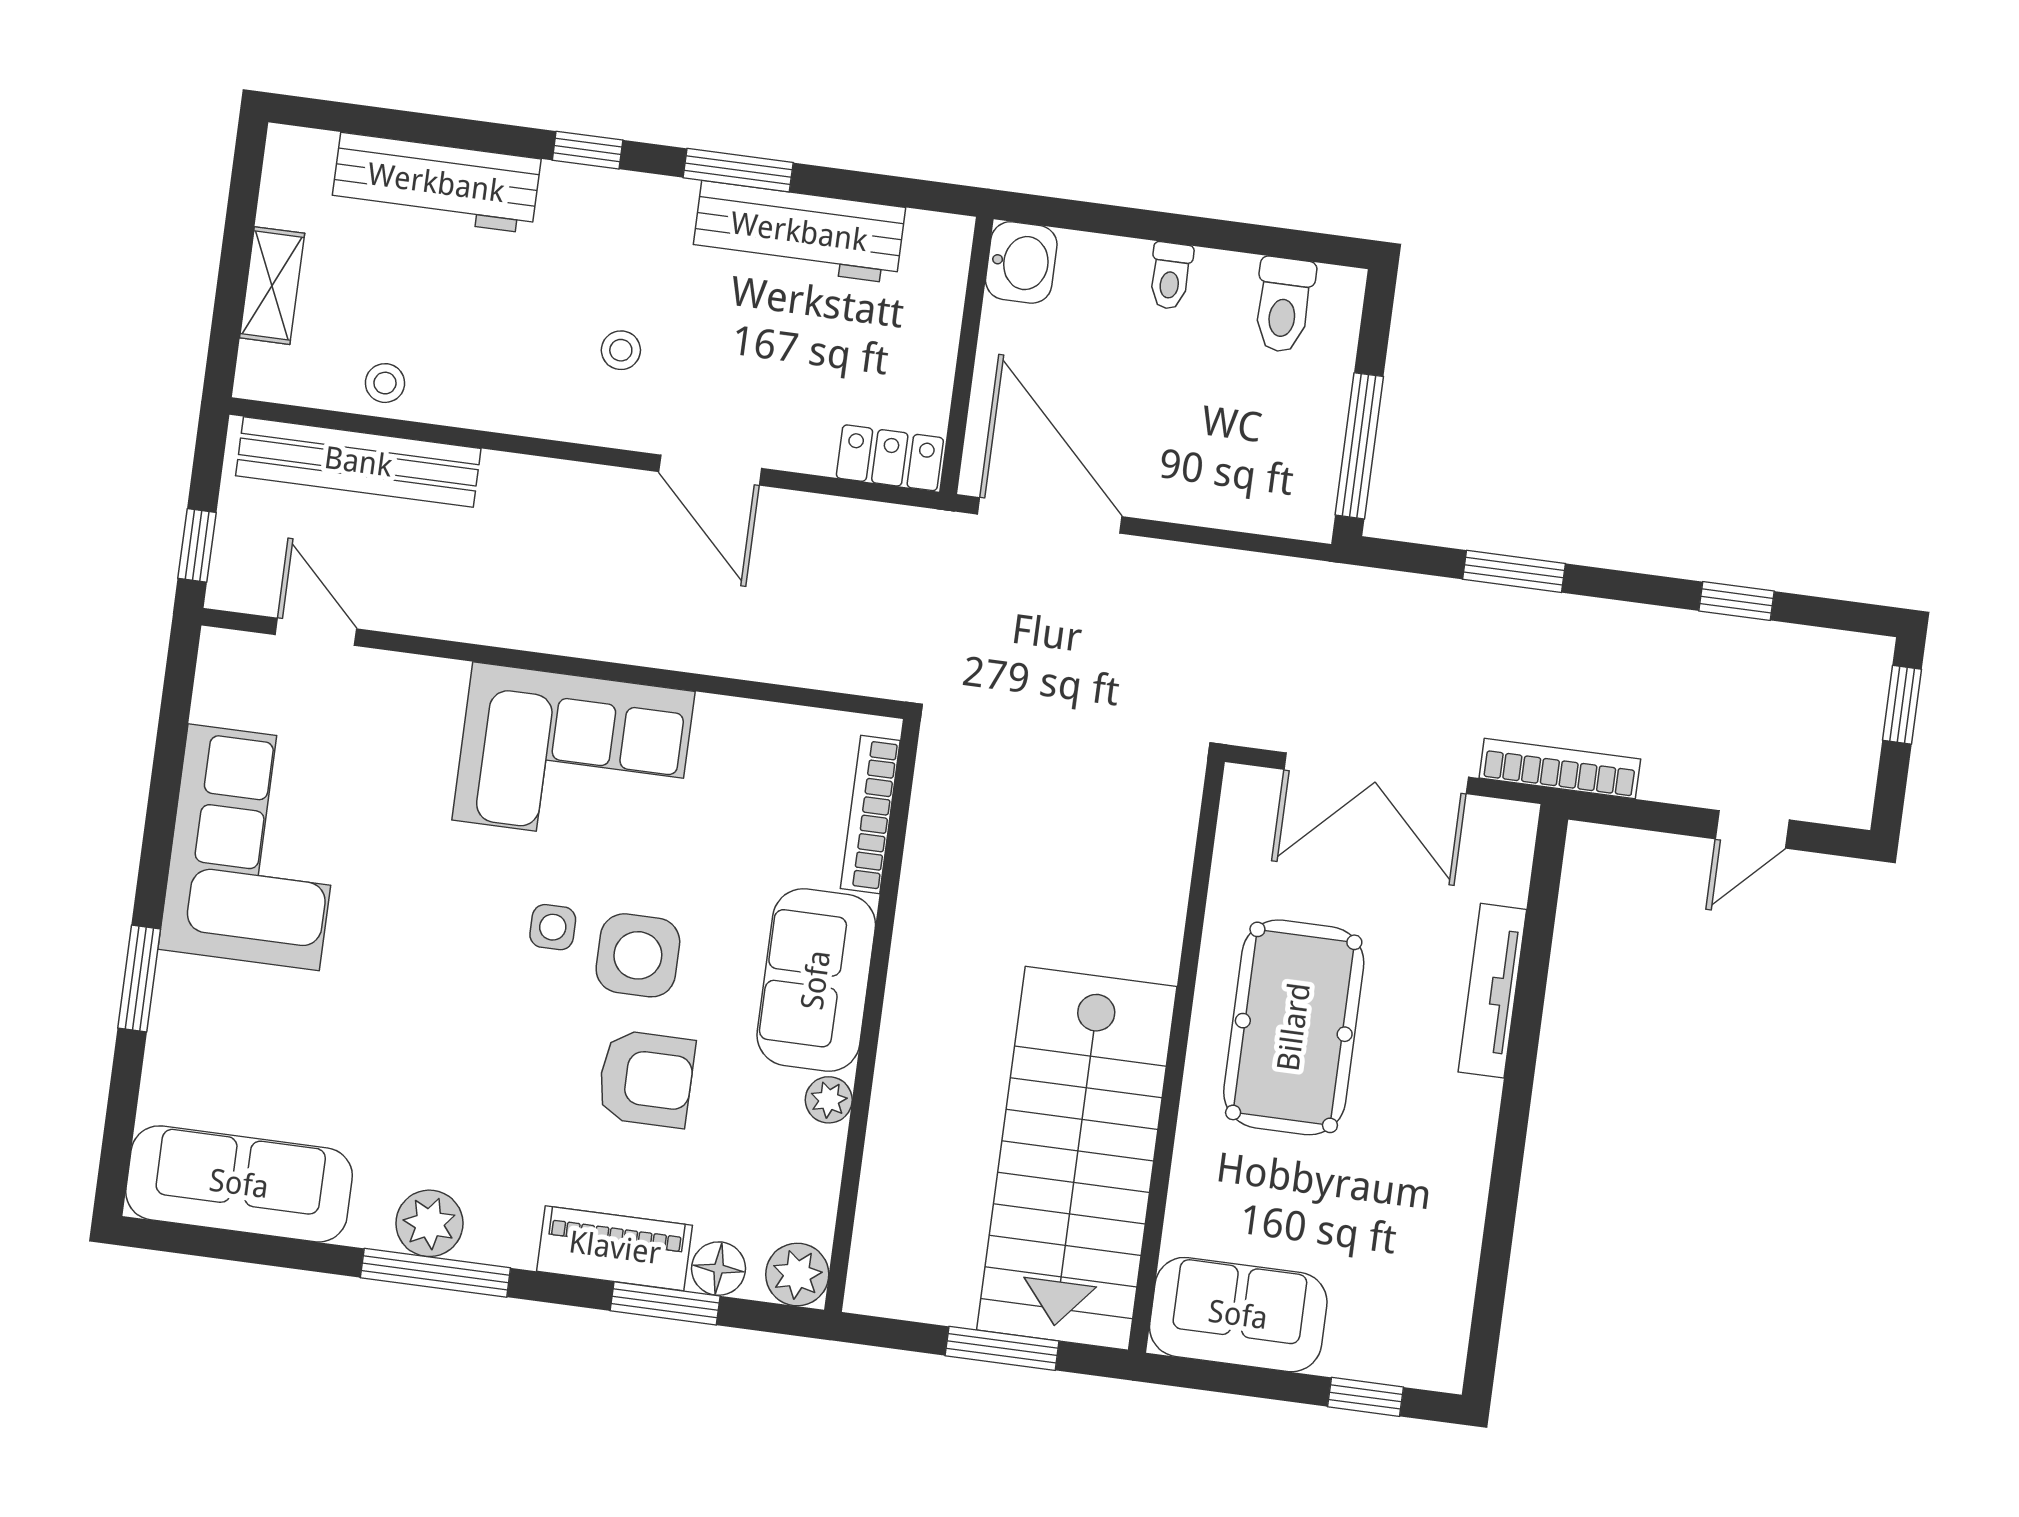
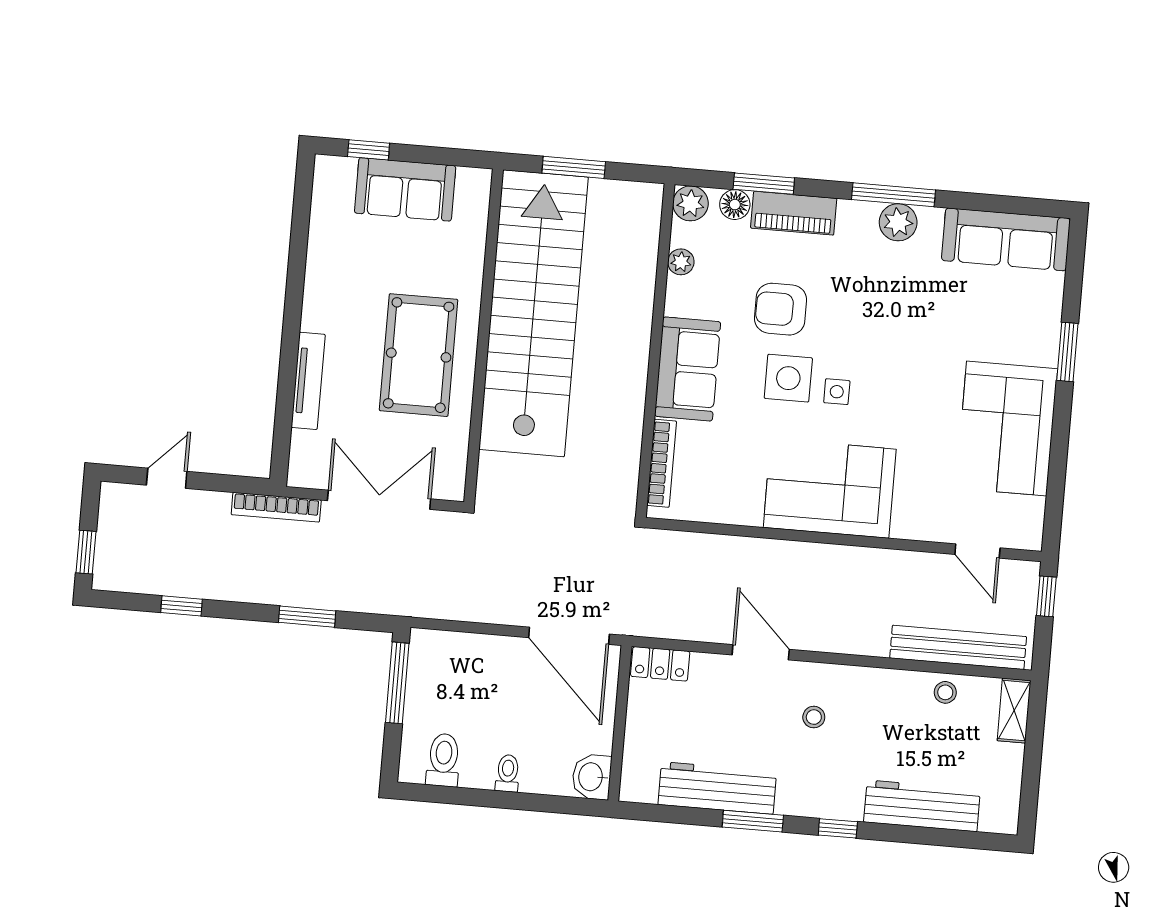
shelving: (272, 286) -> (1014, 711), moved
plant: (829, 1100) -> (681, 262), moved
stairs: (1077, 1158) -> (534, 313), width x1.36
sofa: (1238, 1315) -> (405, 189), moved

